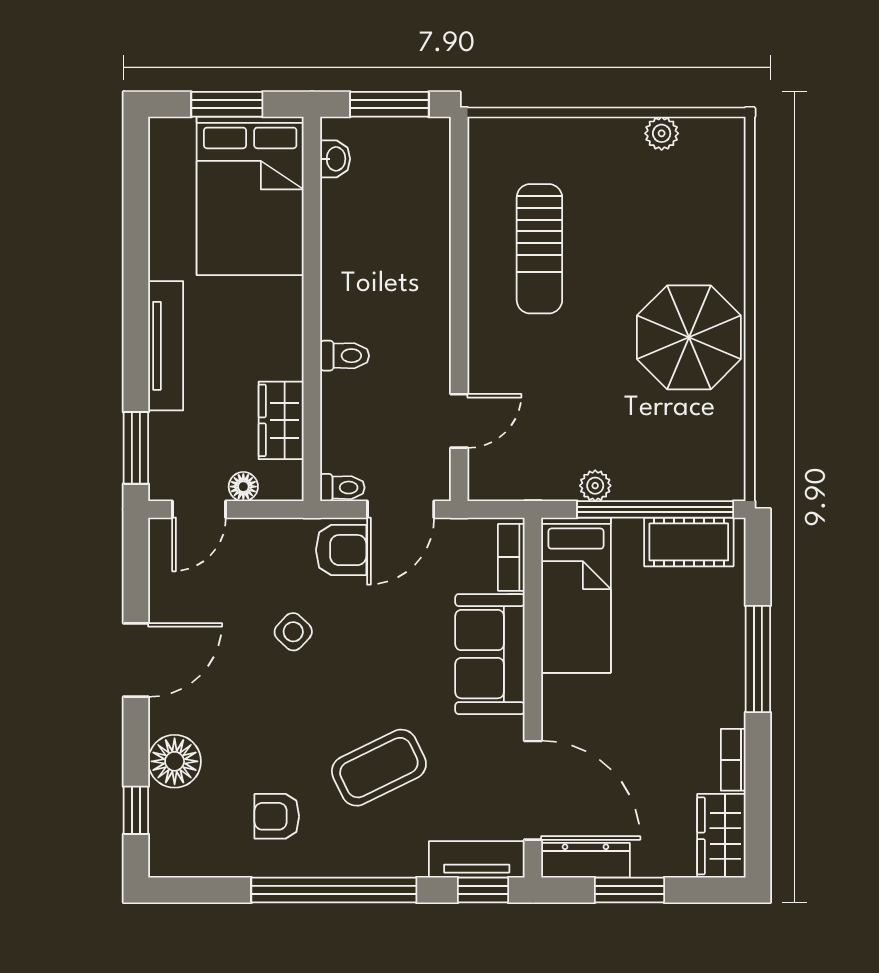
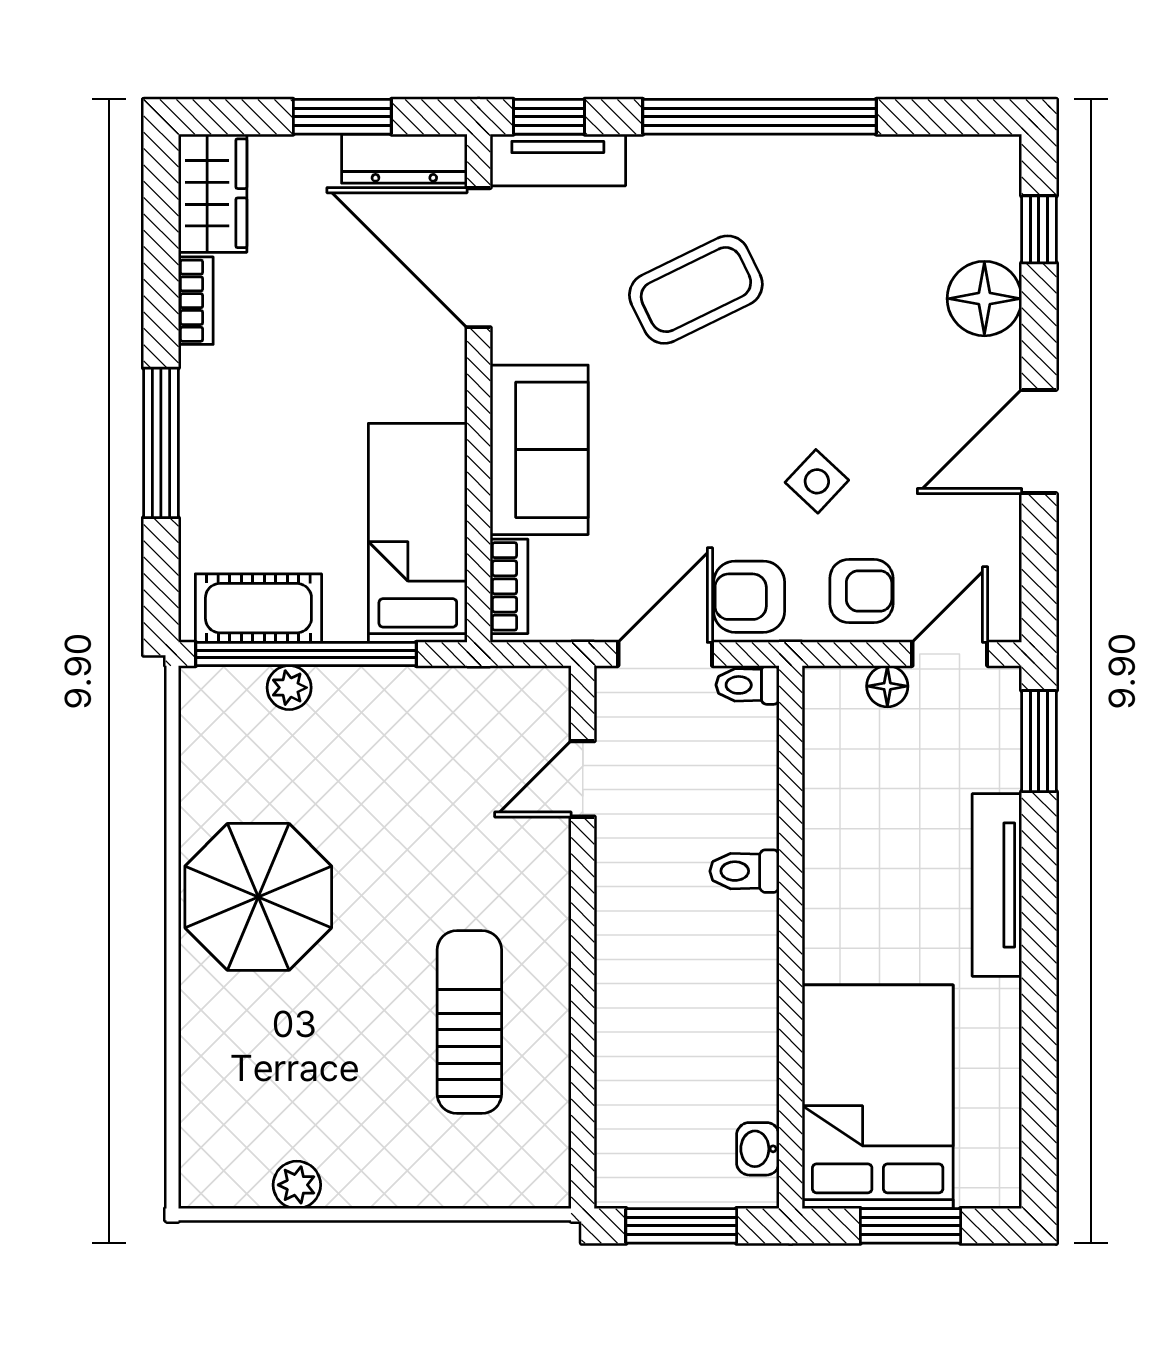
wardrobe: (281, 420) -> (834, 780), removed
plant: (595, 486) -> (289, 688), moved
armchair: (277, 816) -> (861, 591), moved

